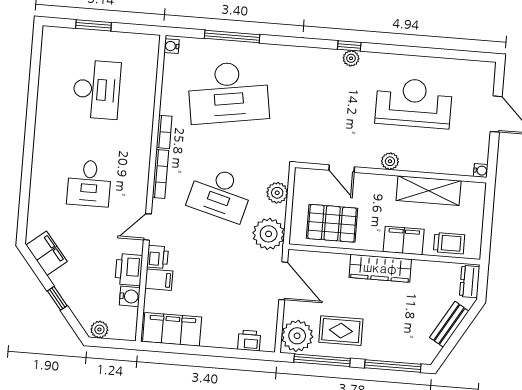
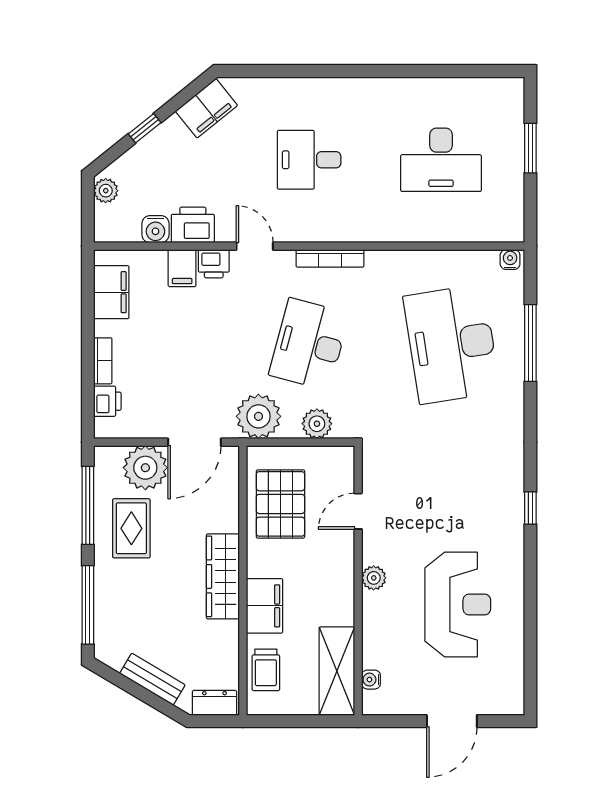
plant: (351, 58) -> (513, 512), removed
bookcase: (164, 132) -> (103, 361), moved, turned -90
water cooler: (481, 170) -> (371, 680), moved, turned 90
shelving: (429, 191) -> (337, 671), moved
filing cabinet: (172, 329) -> (111, 292), width x0.67, depth x0.86
plant: (297, 336) -> (145, 468), moved

